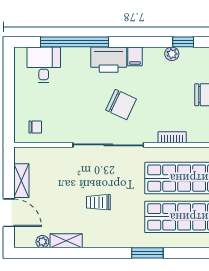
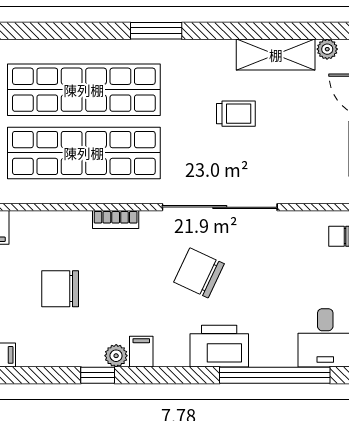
filing cabinet: (135, 56) -> (141, 352), moved
shelving: (66, 241) -> (276, 55), width x1.50, depth x1.33

